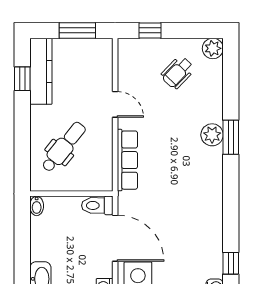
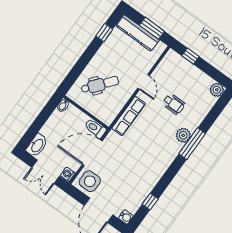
kitchen counter: (41, 71) -> (138, 33), moved, turned 90
wheelchair: (178, 72) -> (174, 104), moved, turned -134
window: (231, 137) -> (192, 144), width x1.44
door: (115, 238) -> (92, 153), swing flipped
window: (231, 263) -> (150, 202), moved

